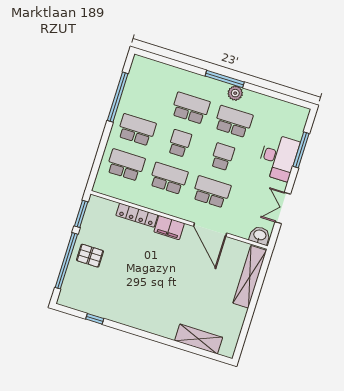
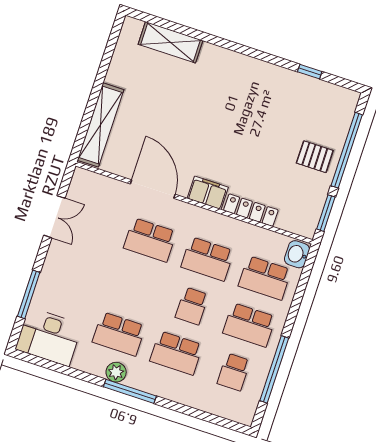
school desk: (223, 157) -> (234, 372), moved
desk: (278, 157) -> (49, 337), moved, turned -90
washbasin: (260, 235) -> (297, 254), moved, turned 90

